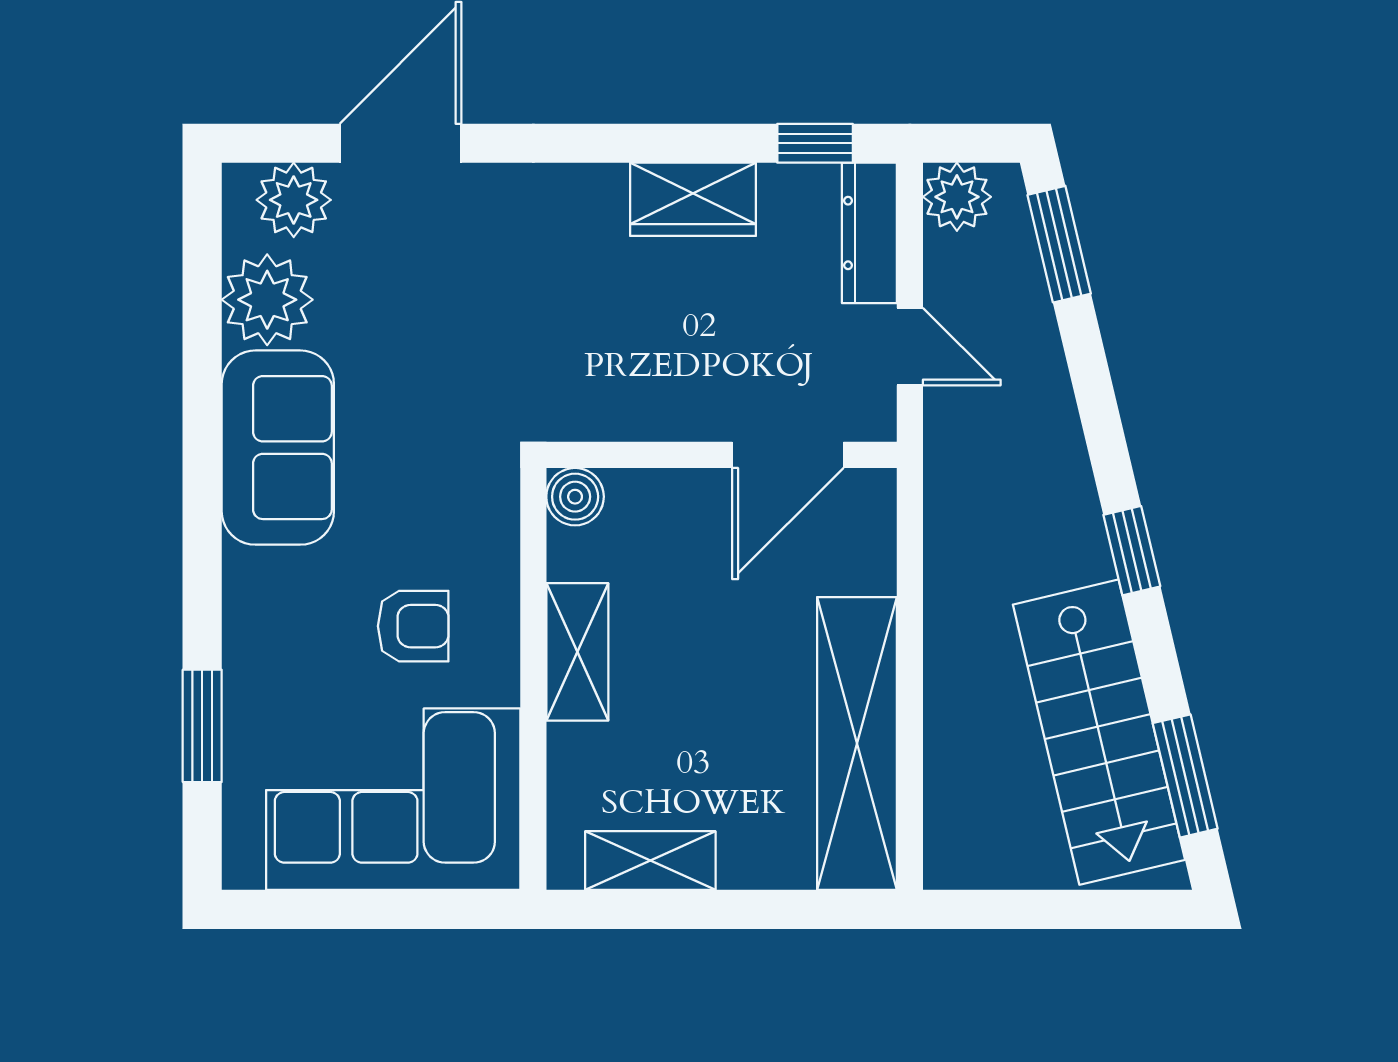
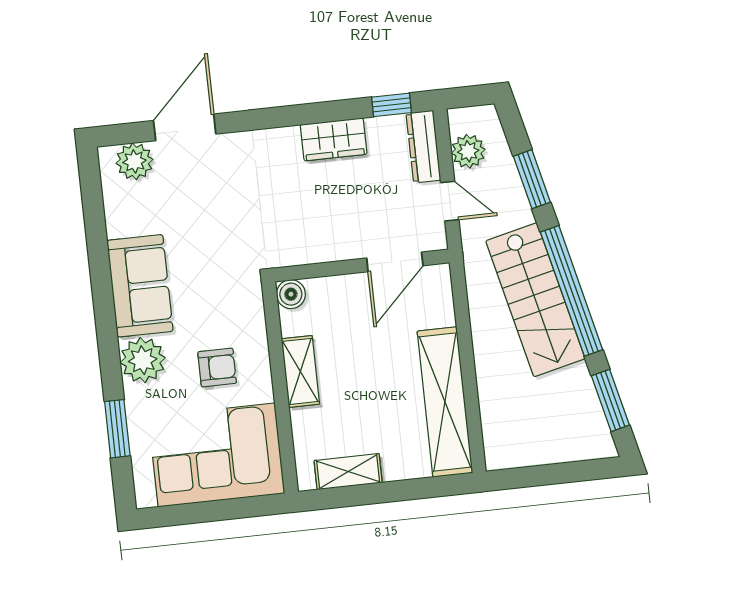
plant: (957, 197) -> (468, 151), moved
window: (1059, 244) -> (532, 179), moved
plant: (267, 300) -> (143, 360), moved
window: (1132, 551) -> (572, 291), width x3.17
stairs: (1099, 732) -> (535, 300), moved

